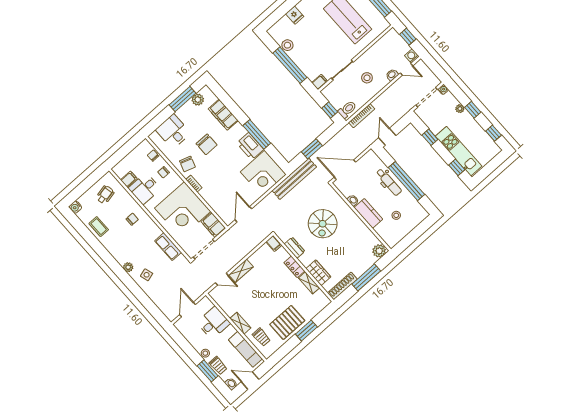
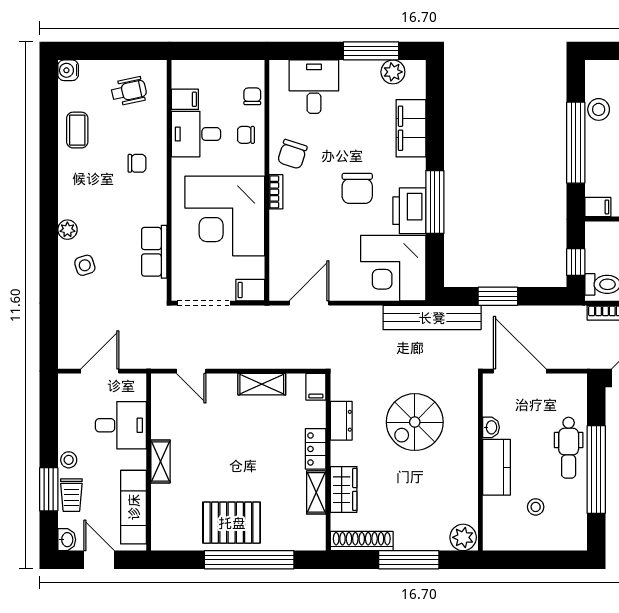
chair: (207, 144) -> (357, 188), moved
filing cabinet: (213, 225) -> (250, 290), width x0.50
shelving: (241, 271) -> (262, 384), moved
window: (306, 331) -> (249, 560), width x2.11
trolley: (261, 337) -> (173, 510), removed

